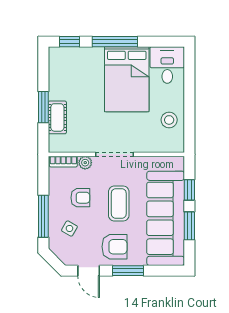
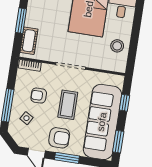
cot: (57, 117) -> (29, 41), moved
plant: (85, 163) -> (47, 69), removed
armchair: (80, 198) -> (39, 96), turned 180
window: (189, 226) -> (118, 142), moved

